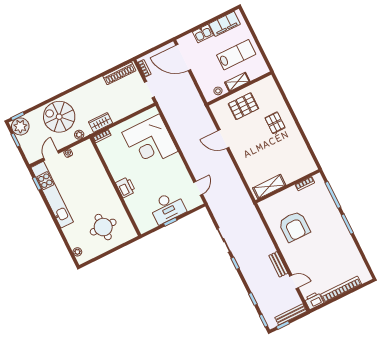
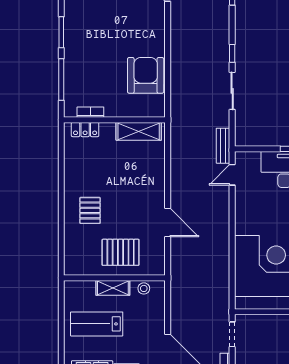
locker: (303, 171) -> (85, 130), added
armchair: (294, 226) -> (146, 75), moved
bench: (278, 264) -> (223, 146), moved

